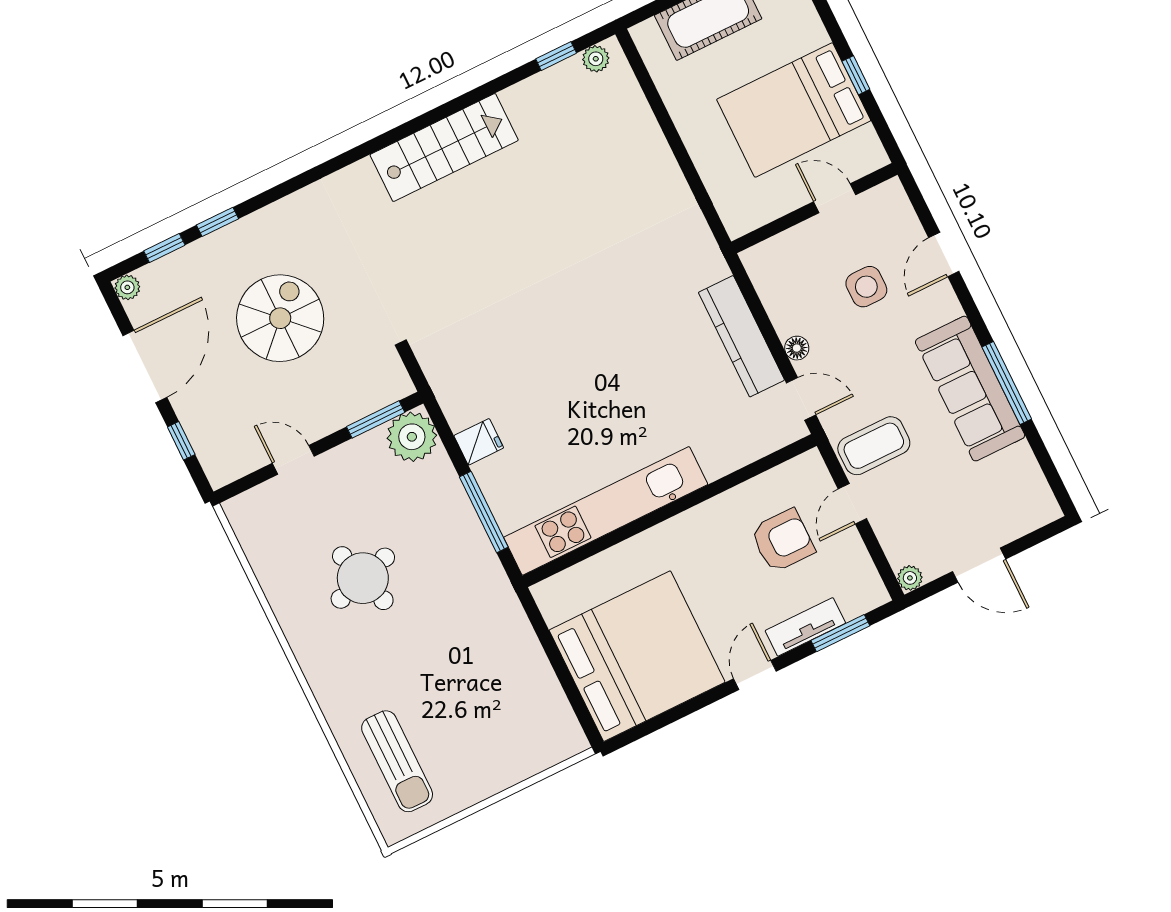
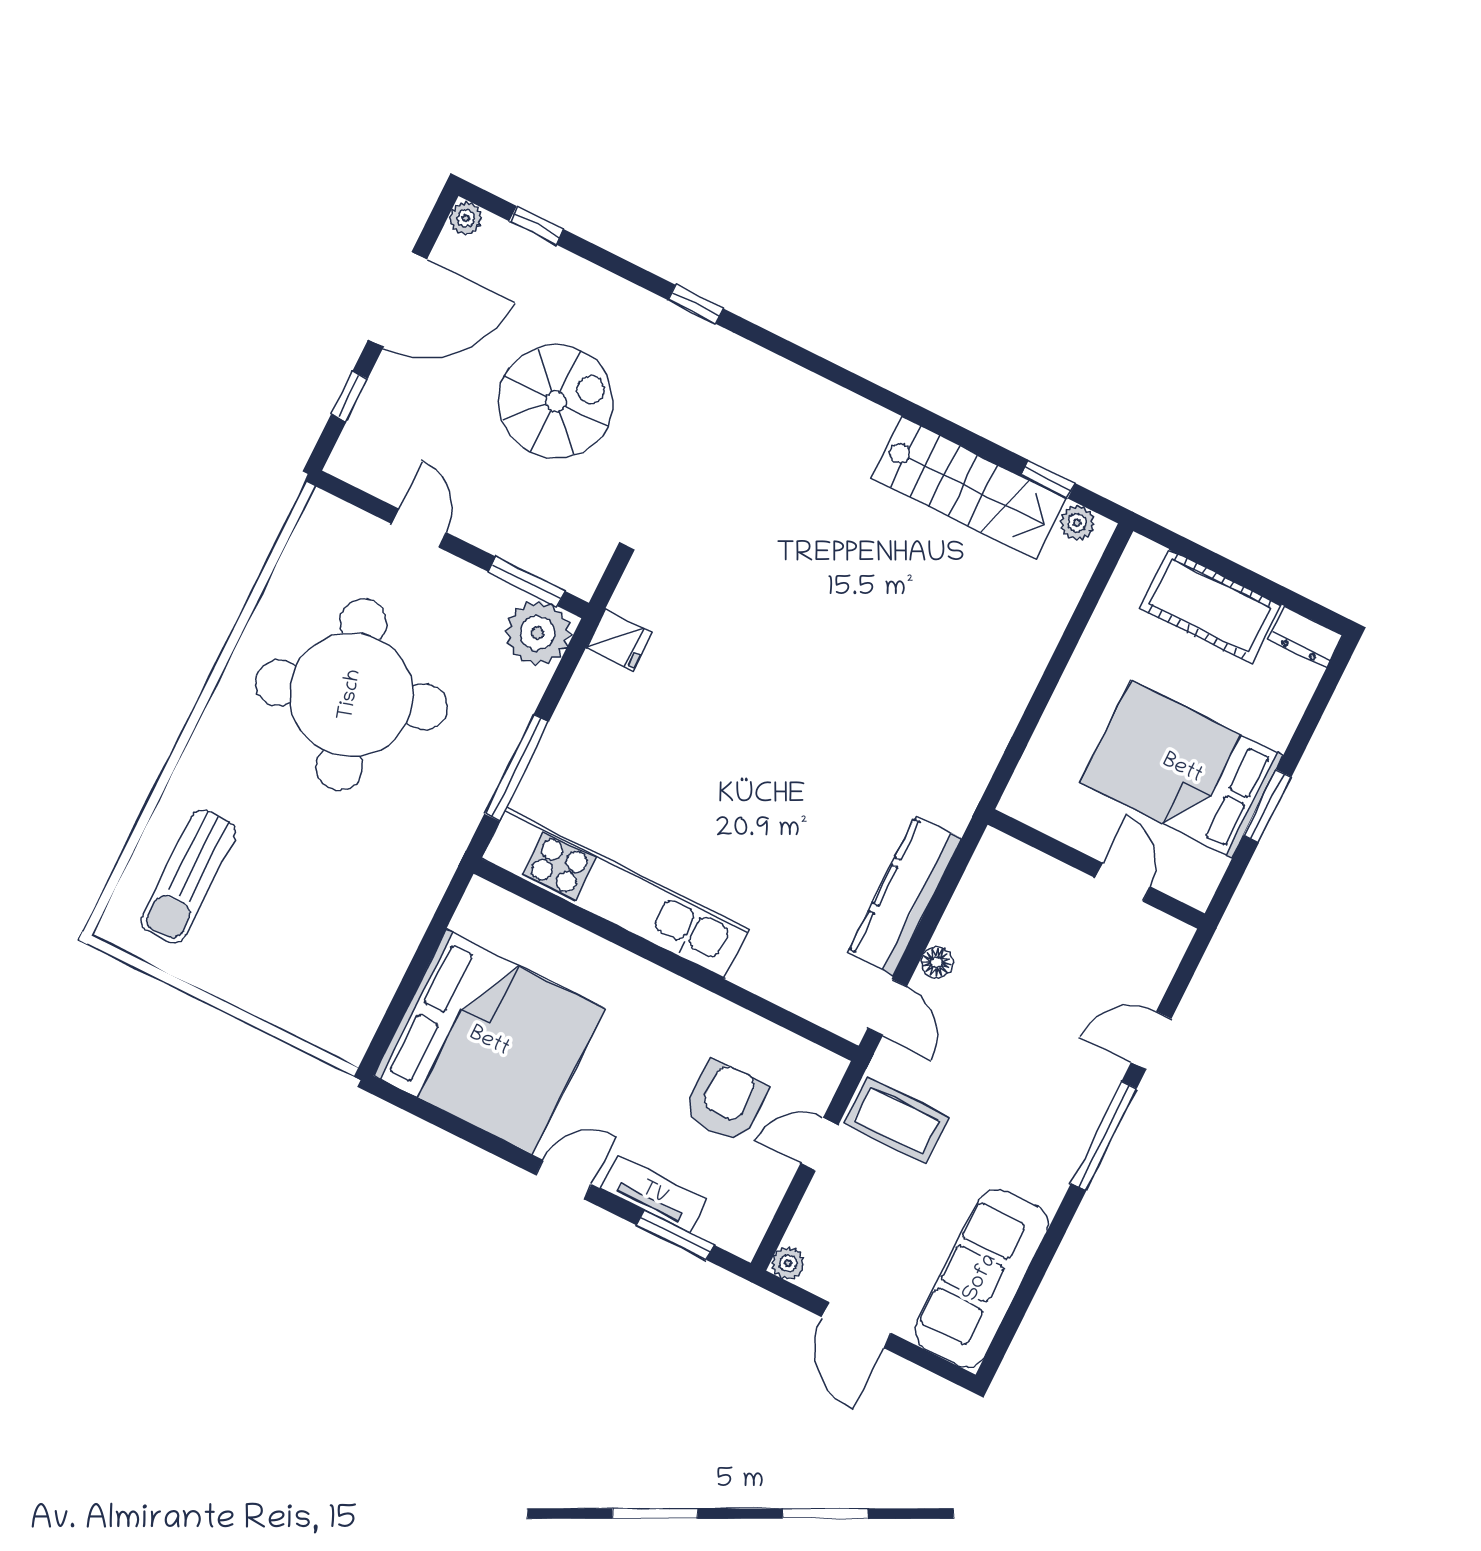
window: (856, 75) -> (1267, 806), width x1.50
stairs: (444, 148) -> (969, 488), moved
window: (218, 222) -> (696, 304), moved
side table: (866, 287) -> (1056, 986), removed
window: (1007, 383) -> (1104, 1136), moved
sofa: (970, 389) -> (981, 1278), moved
fridge: (479, 442) -> (619, 640), moved
armchair: (783, 541) -> (725, 1101), turned -90
round table: (363, 578) -> (351, 695), width x1.86, depth x1.86

